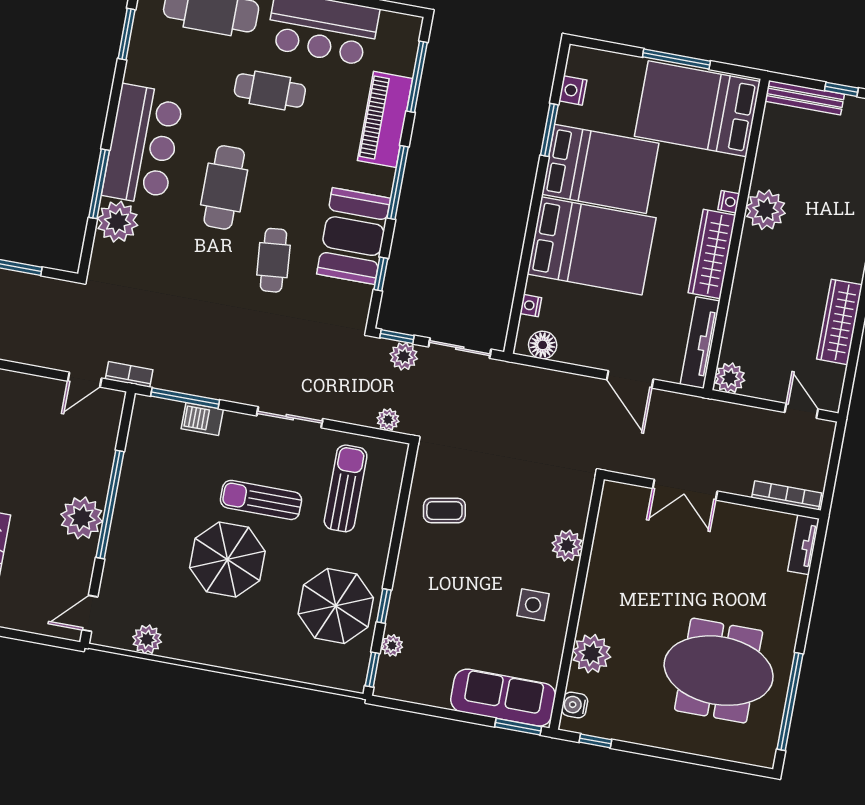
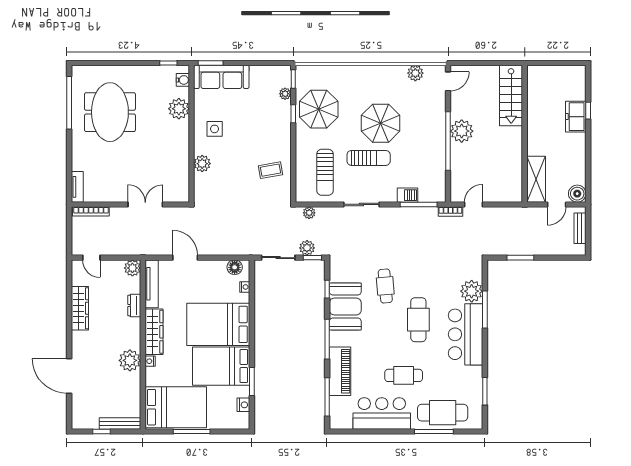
dresser: (739, 309) -> (134, 306), added
meeting table: (719, 671) -> (110, 112), turned 90

